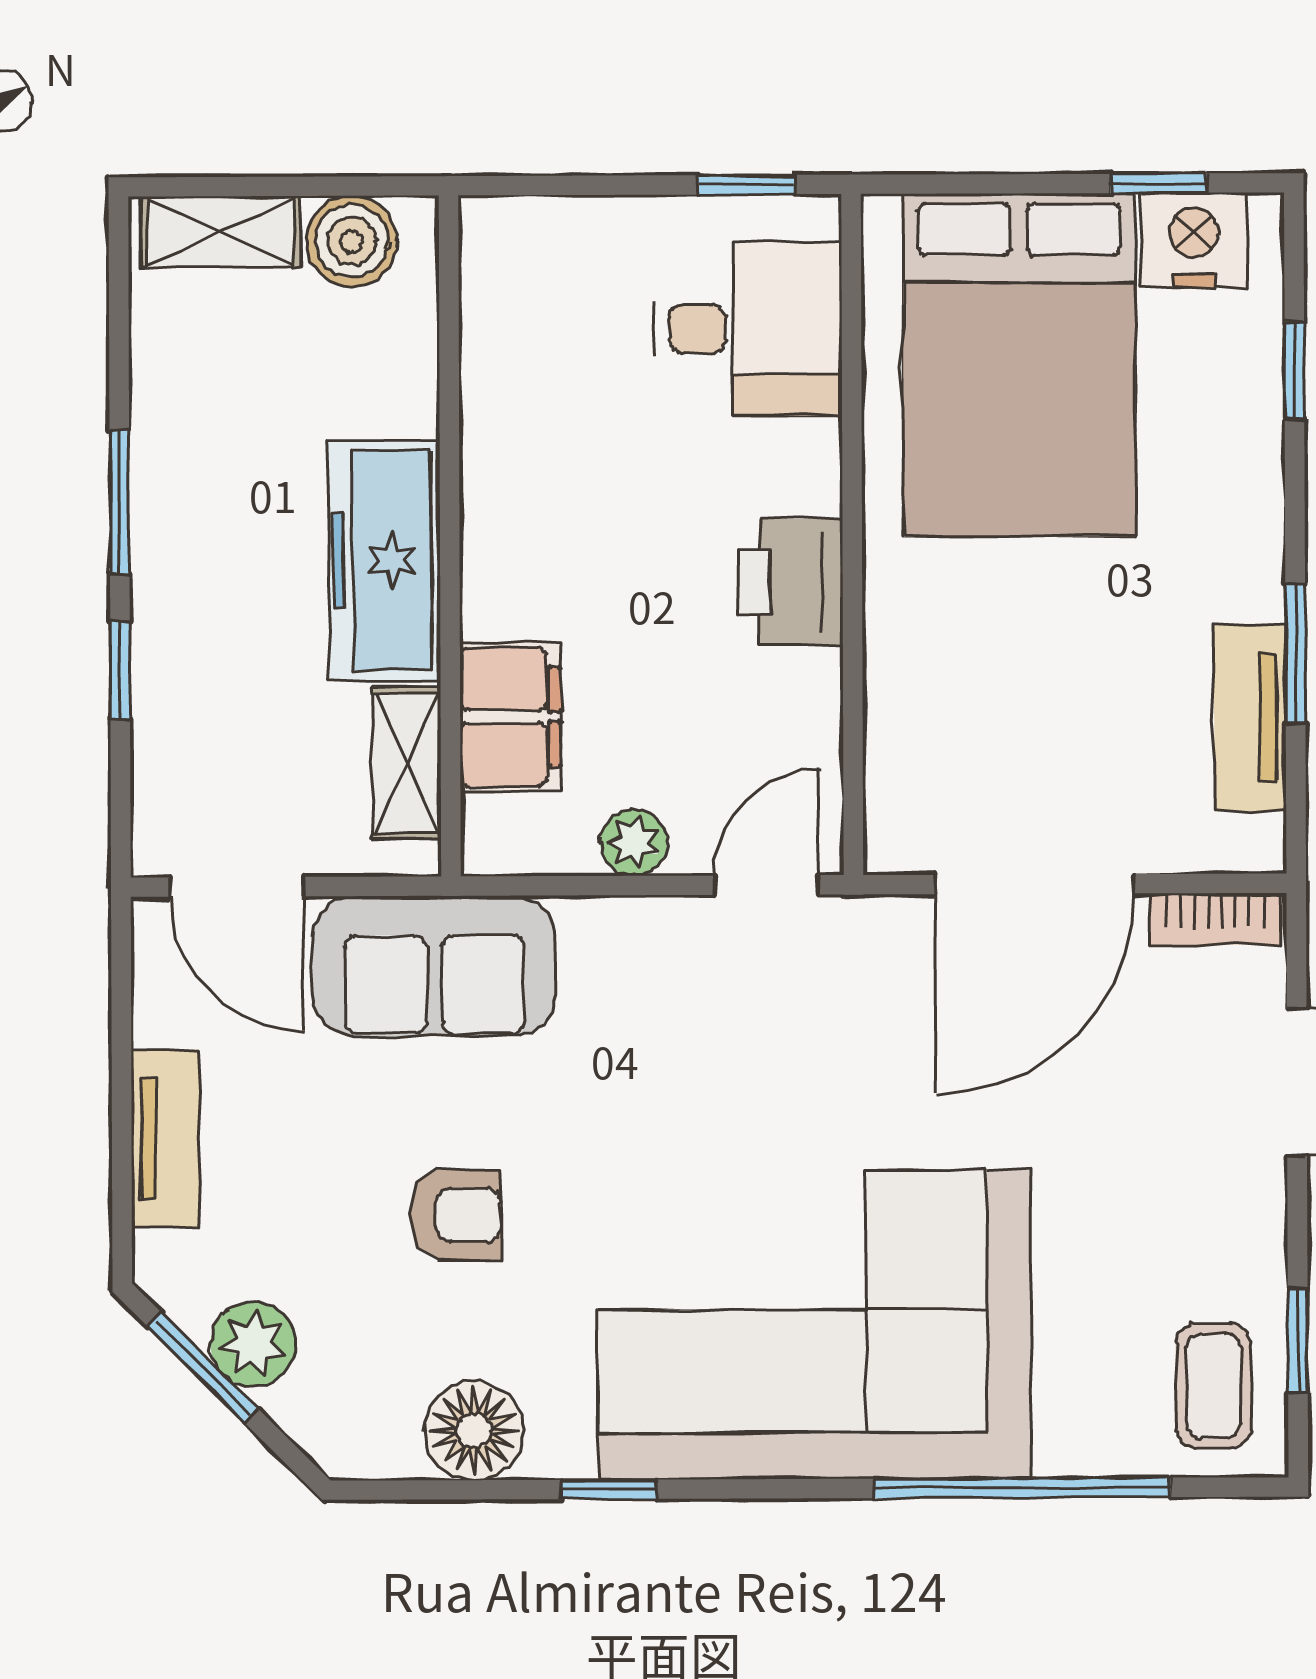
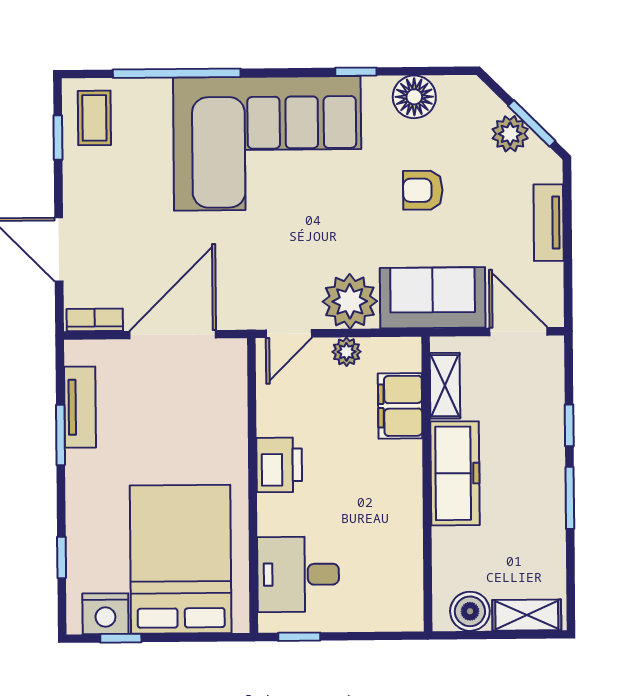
plant: (625, 959) -> (350, 301), added

